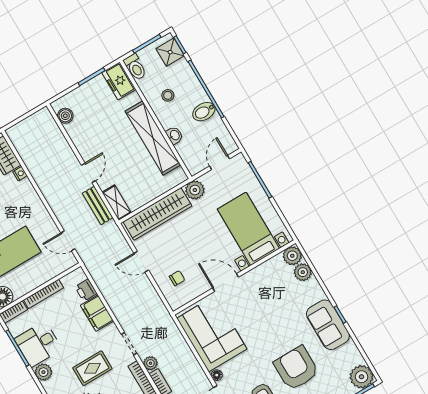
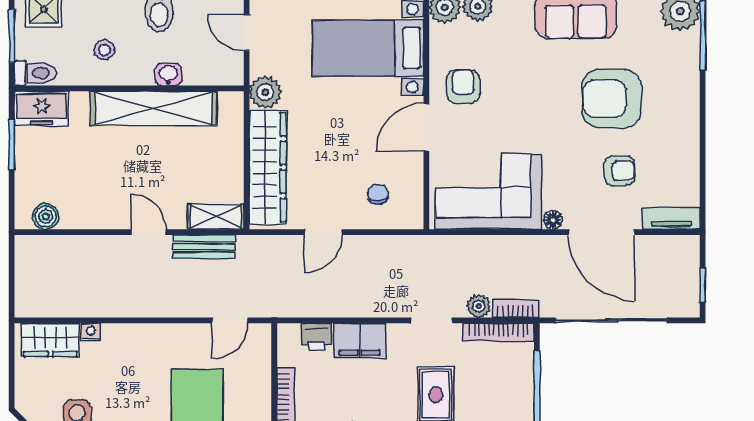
armchair: (258, 289) -> (463, 86), added

